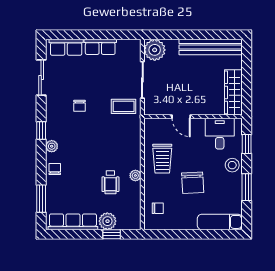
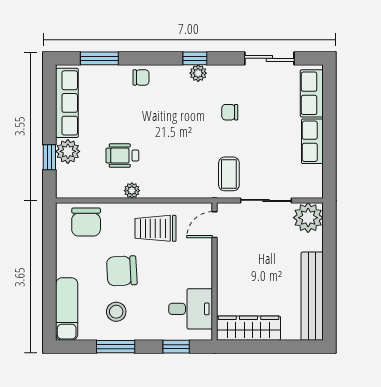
door: (181, 117) -> (214, 225), moved
plant: (52, 146) -> (198, 73), moved
stool: (232, 165) -> (116, 312), moved
chair: (158, 208) -> (86, 222), width x1.87, depth x1.87

